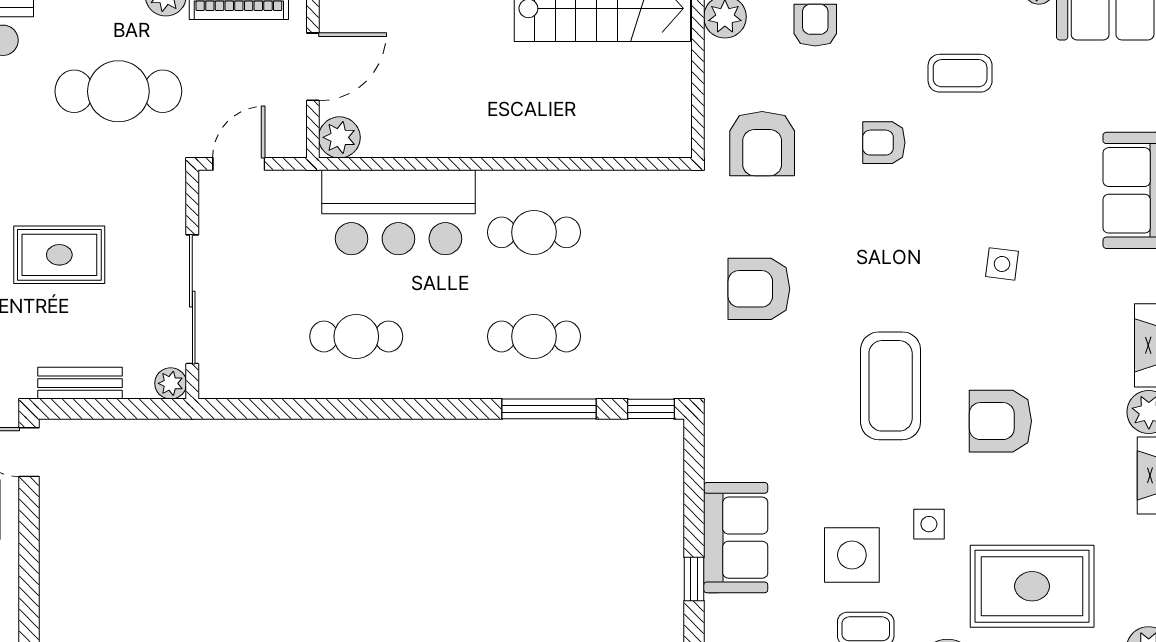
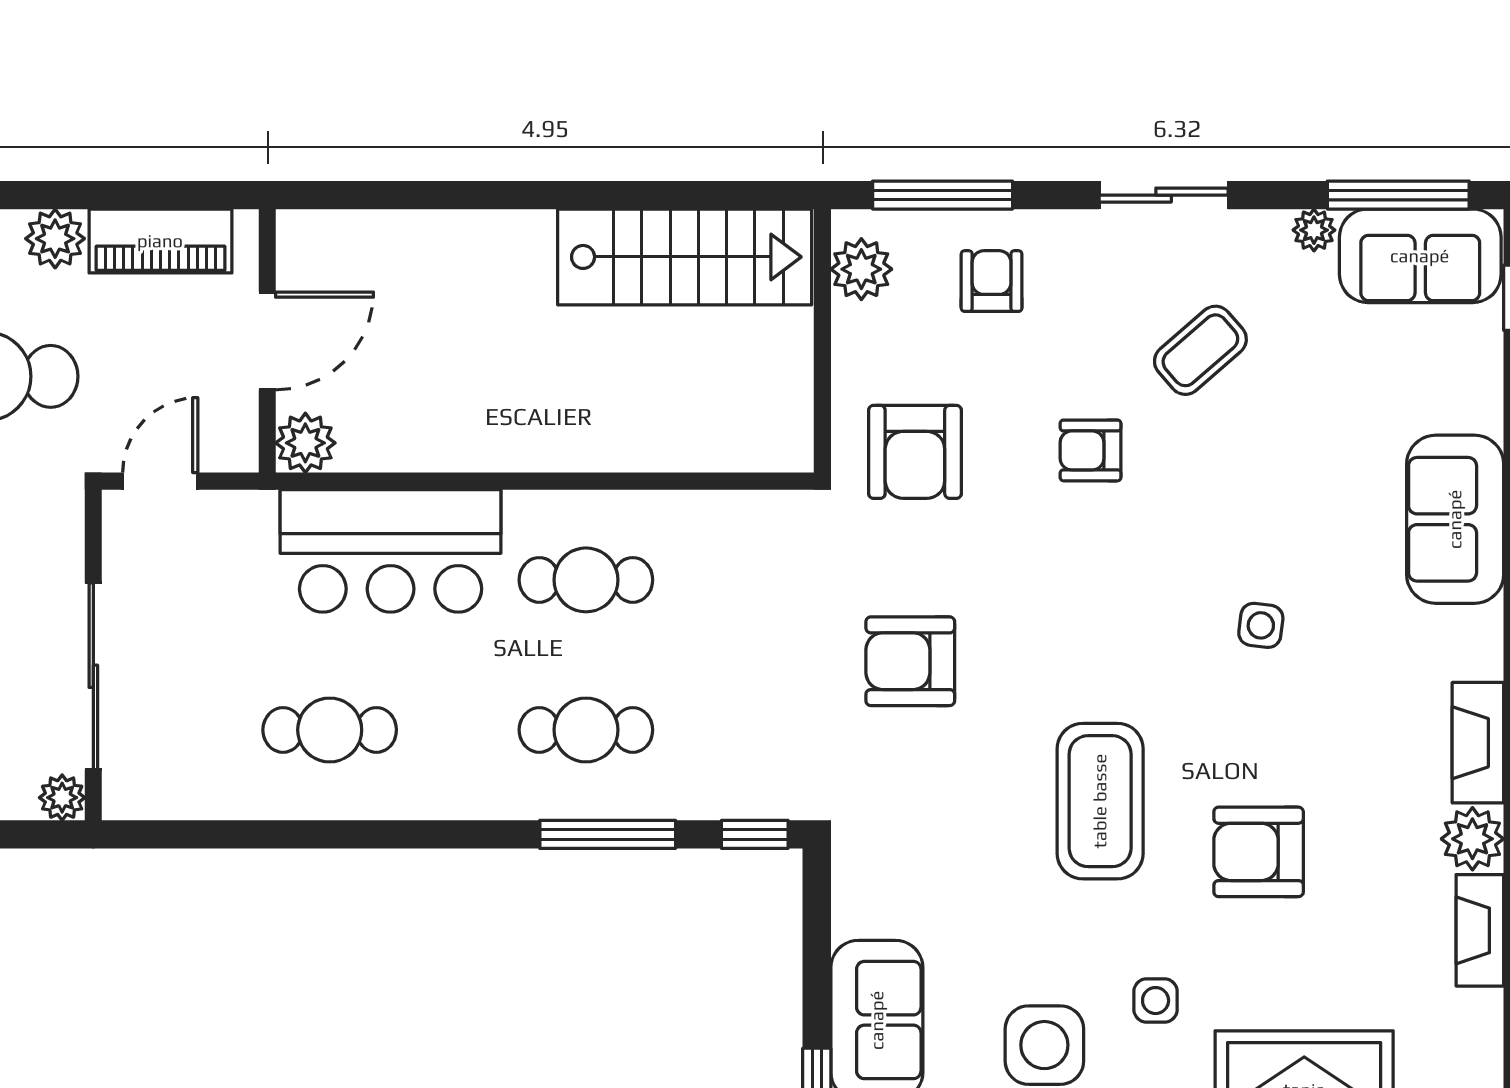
coffee table: (960, 73) -> (1200, 350), turned -41

